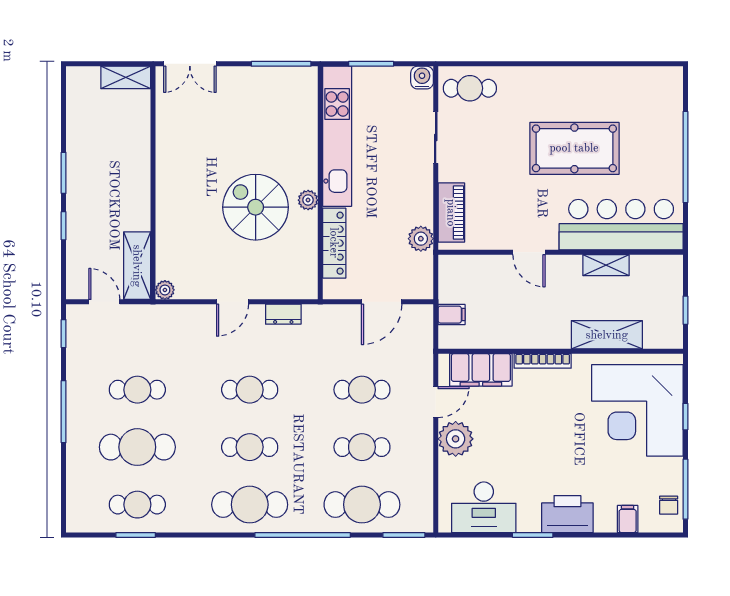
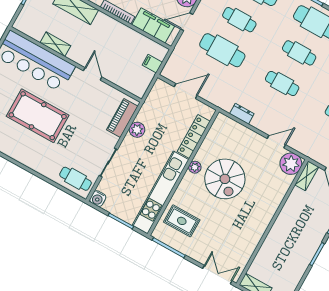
rug: (284, 113) -> (182, 221), added
plant: (421, 239) -> (137, 130), moved
shelving: (137, 266) -> (307, 176), width x0.67, depth x0.75
plant: (165, 290) -> (291, 164), width x1.87, depth x1.87
door: (233, 302) -> (276, 142), moved
cafe table: (362, 390) -> (222, 50), width x1.37, depth x1.35

